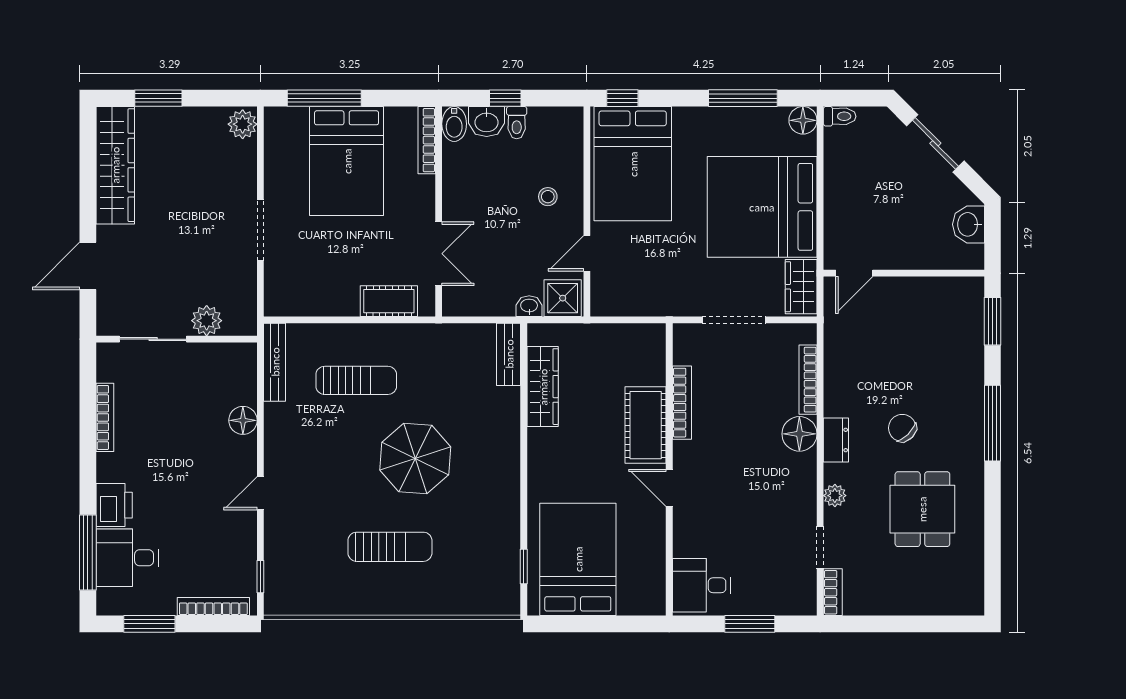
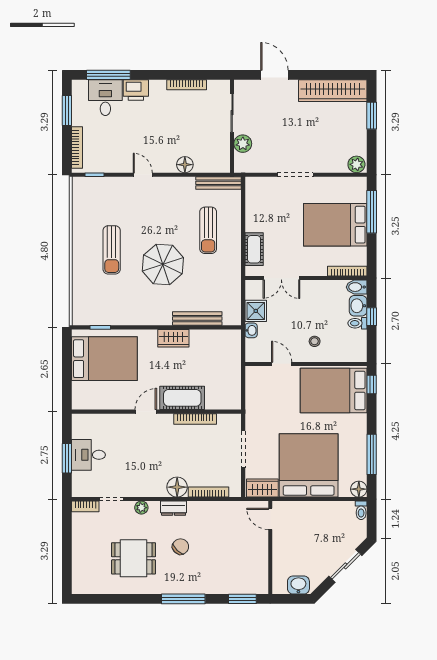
shower: (563, 298) -> (256, 311), moved
bench: (509, 354) -> (197, 319), moved, width x1.36
wardrobe: (543, 387) -> (173, 338), moved, width x0.67
desk: (701, 585) -> (89, 455), moved, turned -90

